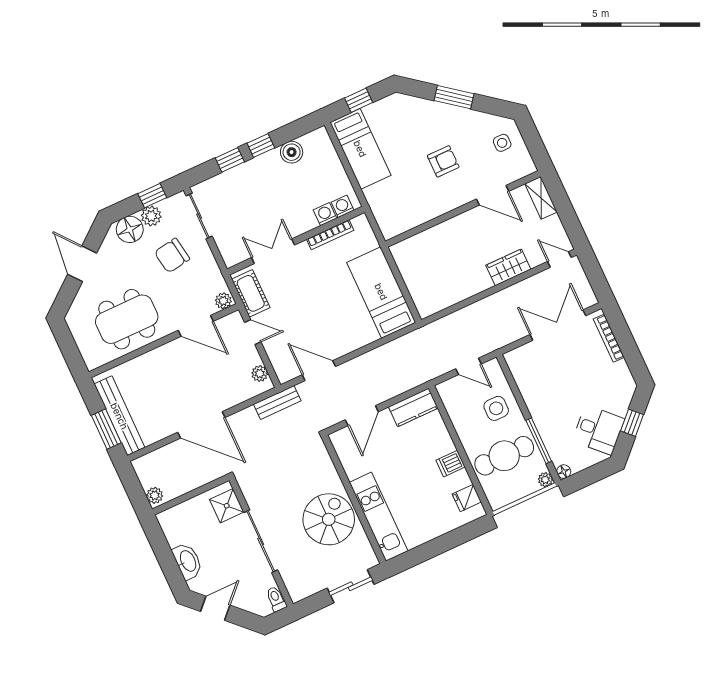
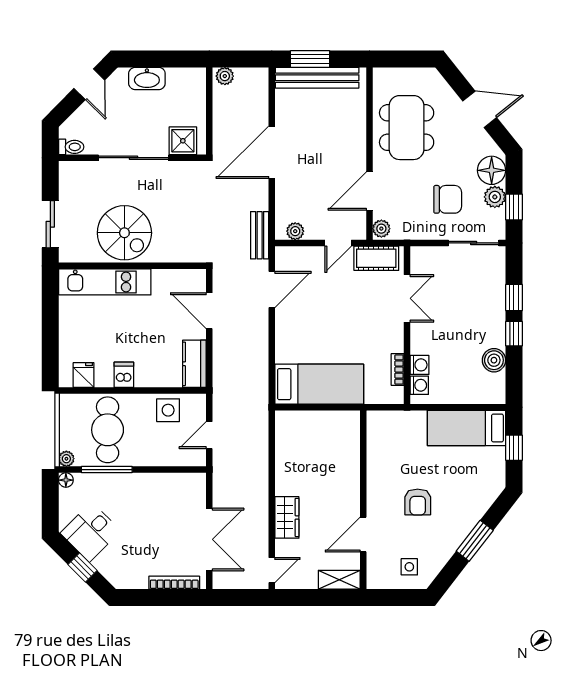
bookcase: (330, 235) -> (397, 370), width x0.64
chair: (172, 256) -> (448, 199), turned 99
side table: (496, 408) -> (168, 410), moved

